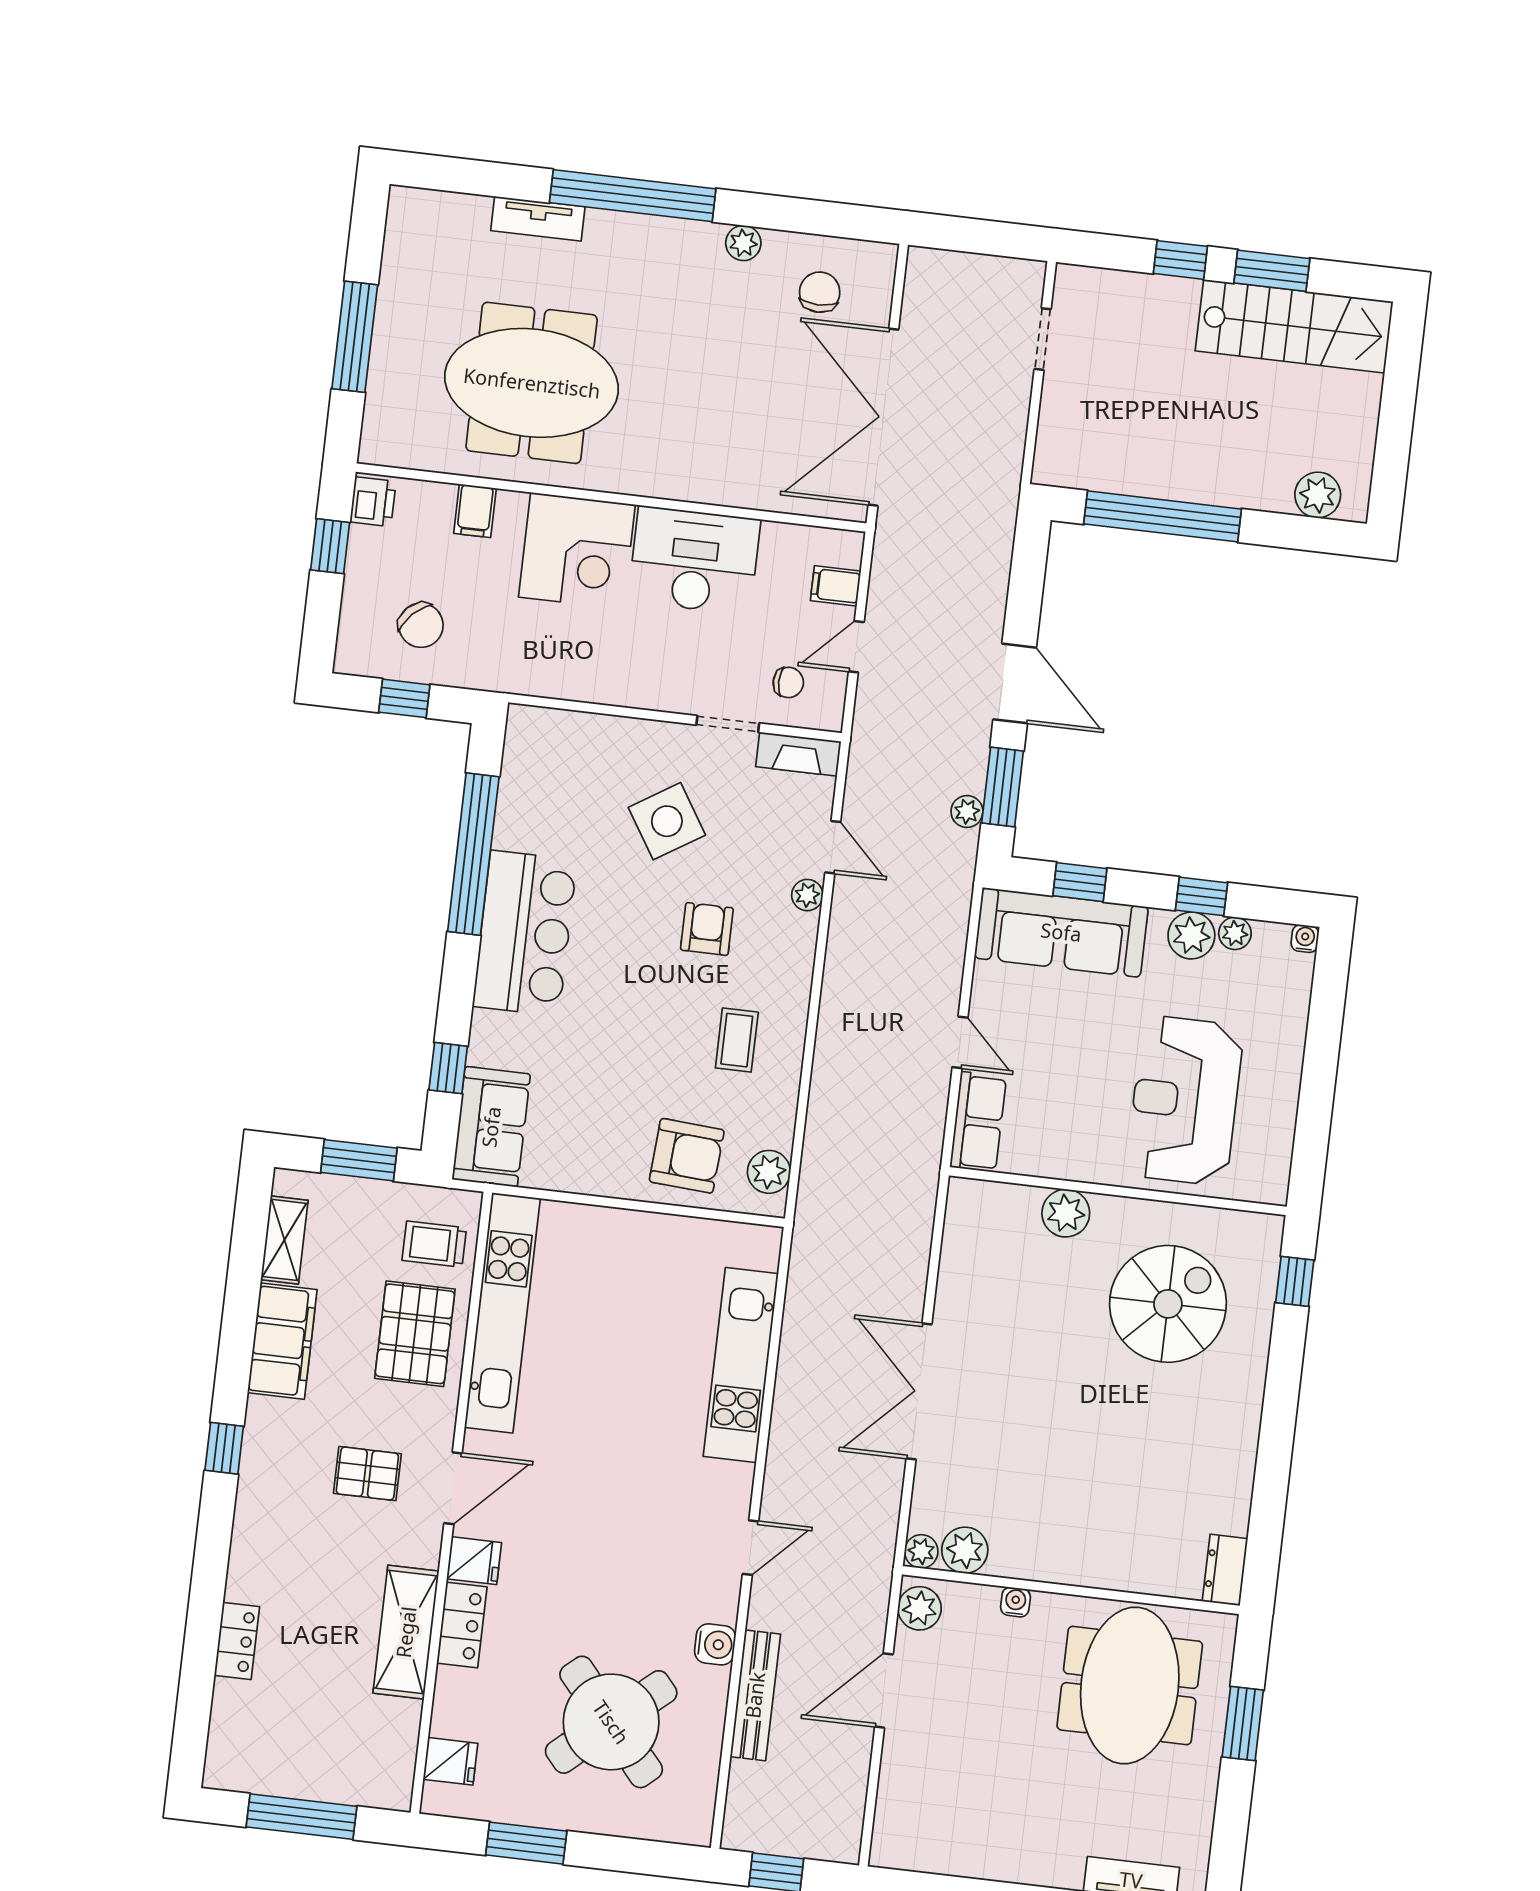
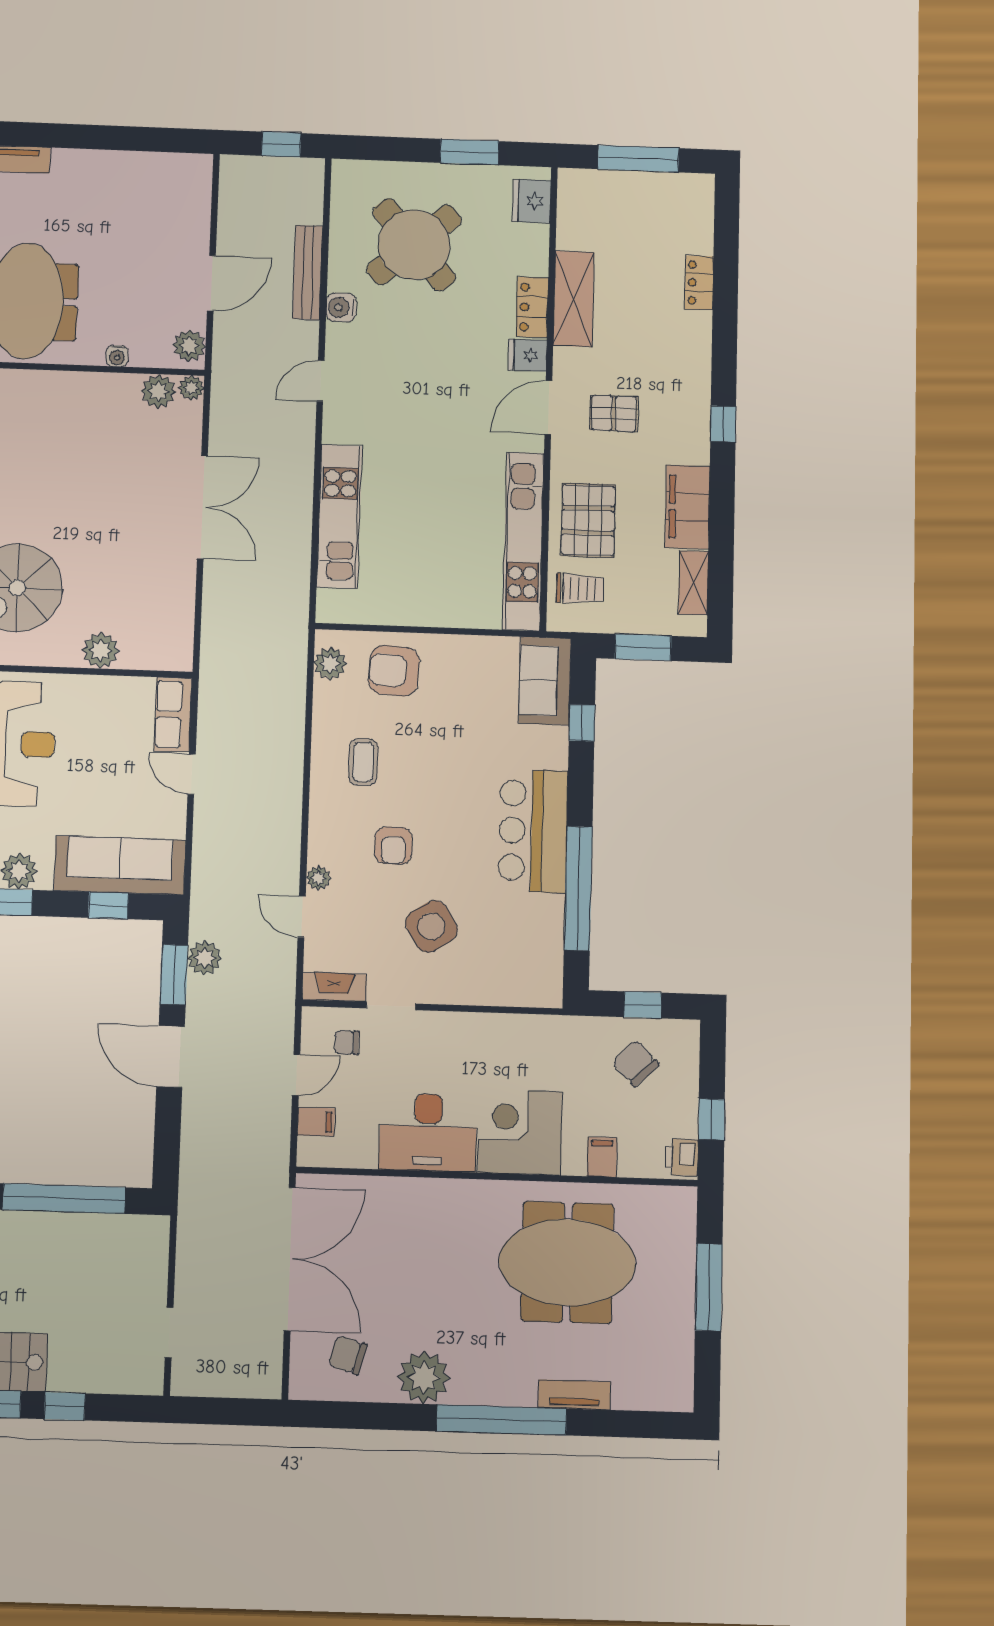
plant: (743, 243) -> (424, 1377), width x1.87, depth x1.87
chair: (820, 292) -> (348, 1355), turned 106
plant: (967, 812) -> (204, 958), width x1.38, depth x1.38
fridge: (450, 1761) -> (532, 201), width x1.38

